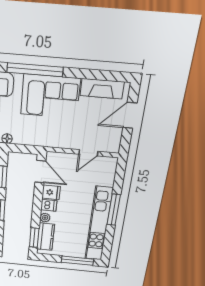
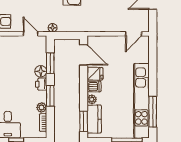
door: (88, 153) -> (134, 34), moved
window: (114, 210) -> (153, 112), moved

